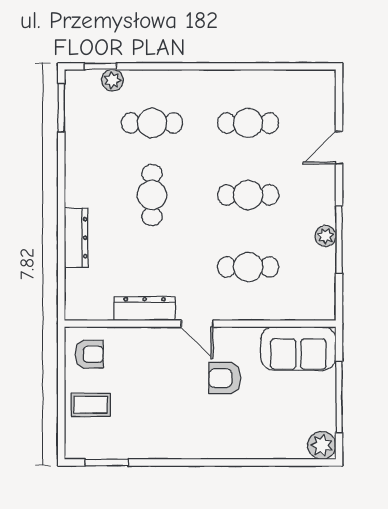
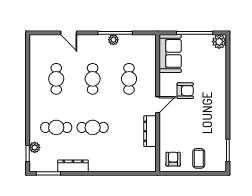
cafe table: (152, 123) -> (56, 127), turned 90
dresser: (76, 238) -> (73, 166), moved
armchair: (225, 378) -> (185, 91), turned -90

